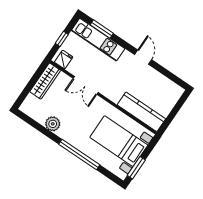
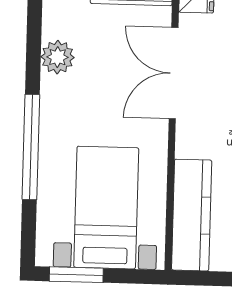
double door: (86, 85) -> (174, 73), width x1.37

